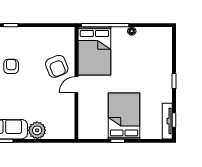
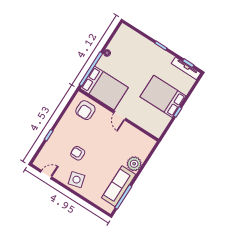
armchair: (57, 66) -> (85, 110), moved, turned 112

